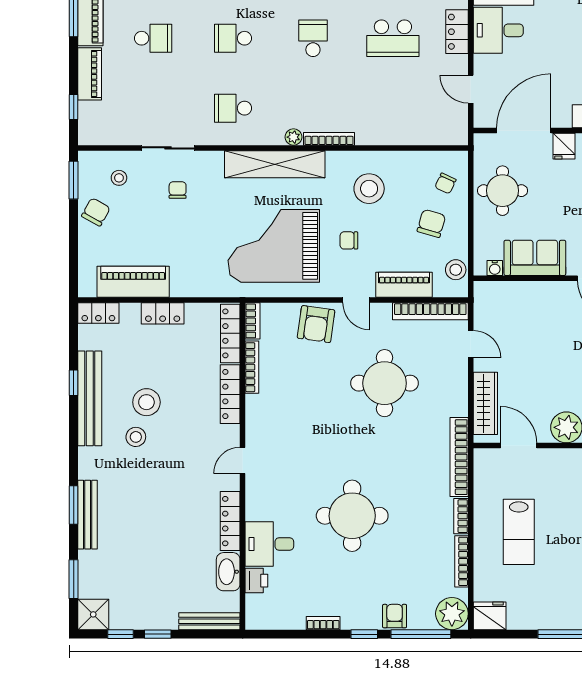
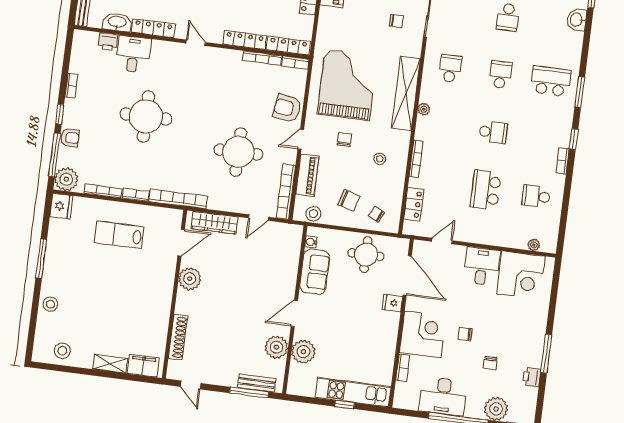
locker: (457, 32) -> (414, 204), moved, turned 90
bookcase: (329, 139) -> (416, 159), moved
stool: (369, 189) -> (380, 159), width x0.53, depth x0.53

